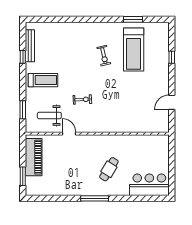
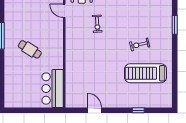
window: (133, 19) -> (175, 25), moved
door: (69, 134) -> (64, 11), swing flipped
bar counter: (149, 185) -> (53, 89), moved, turned 180

